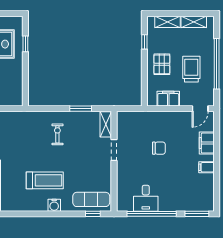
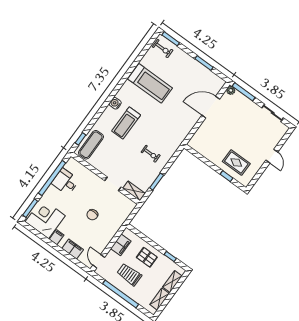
trolley: (191, 69) -> (129, 275), turned 180
corner desk: (196, 192) -> (45, 219), added
water cooler: (54, 205) -> (115, 103), moved

